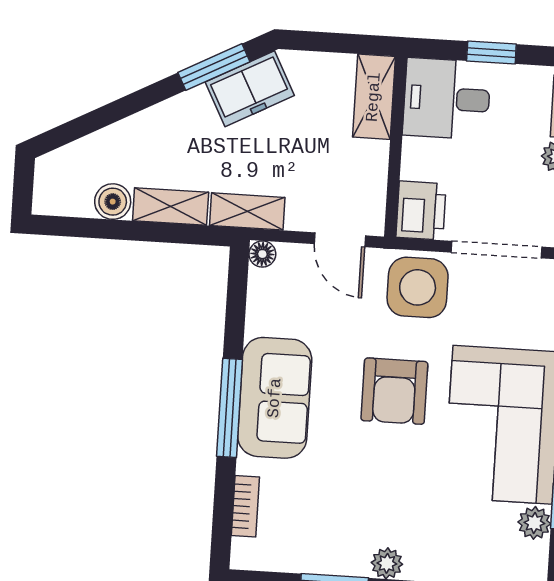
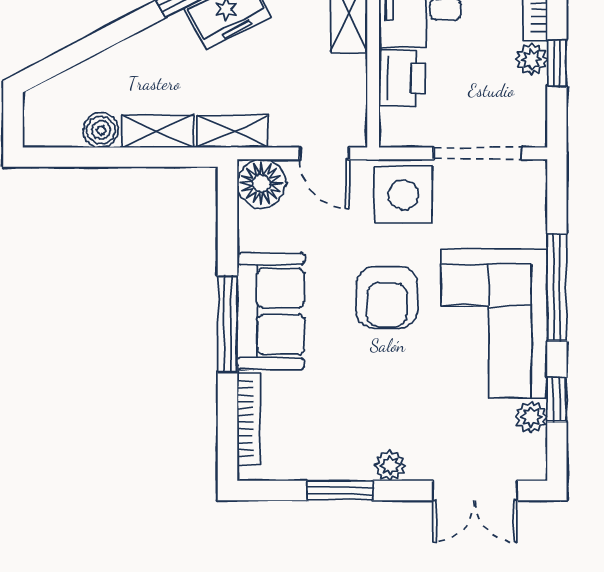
printer: (421, 211) -> (402, 78), moved
floor lamp: (262, 254) -> (261, 183), width x1.89, depth x1.89
bookcase: (245, 506) -> (249, 419), width x1.56

